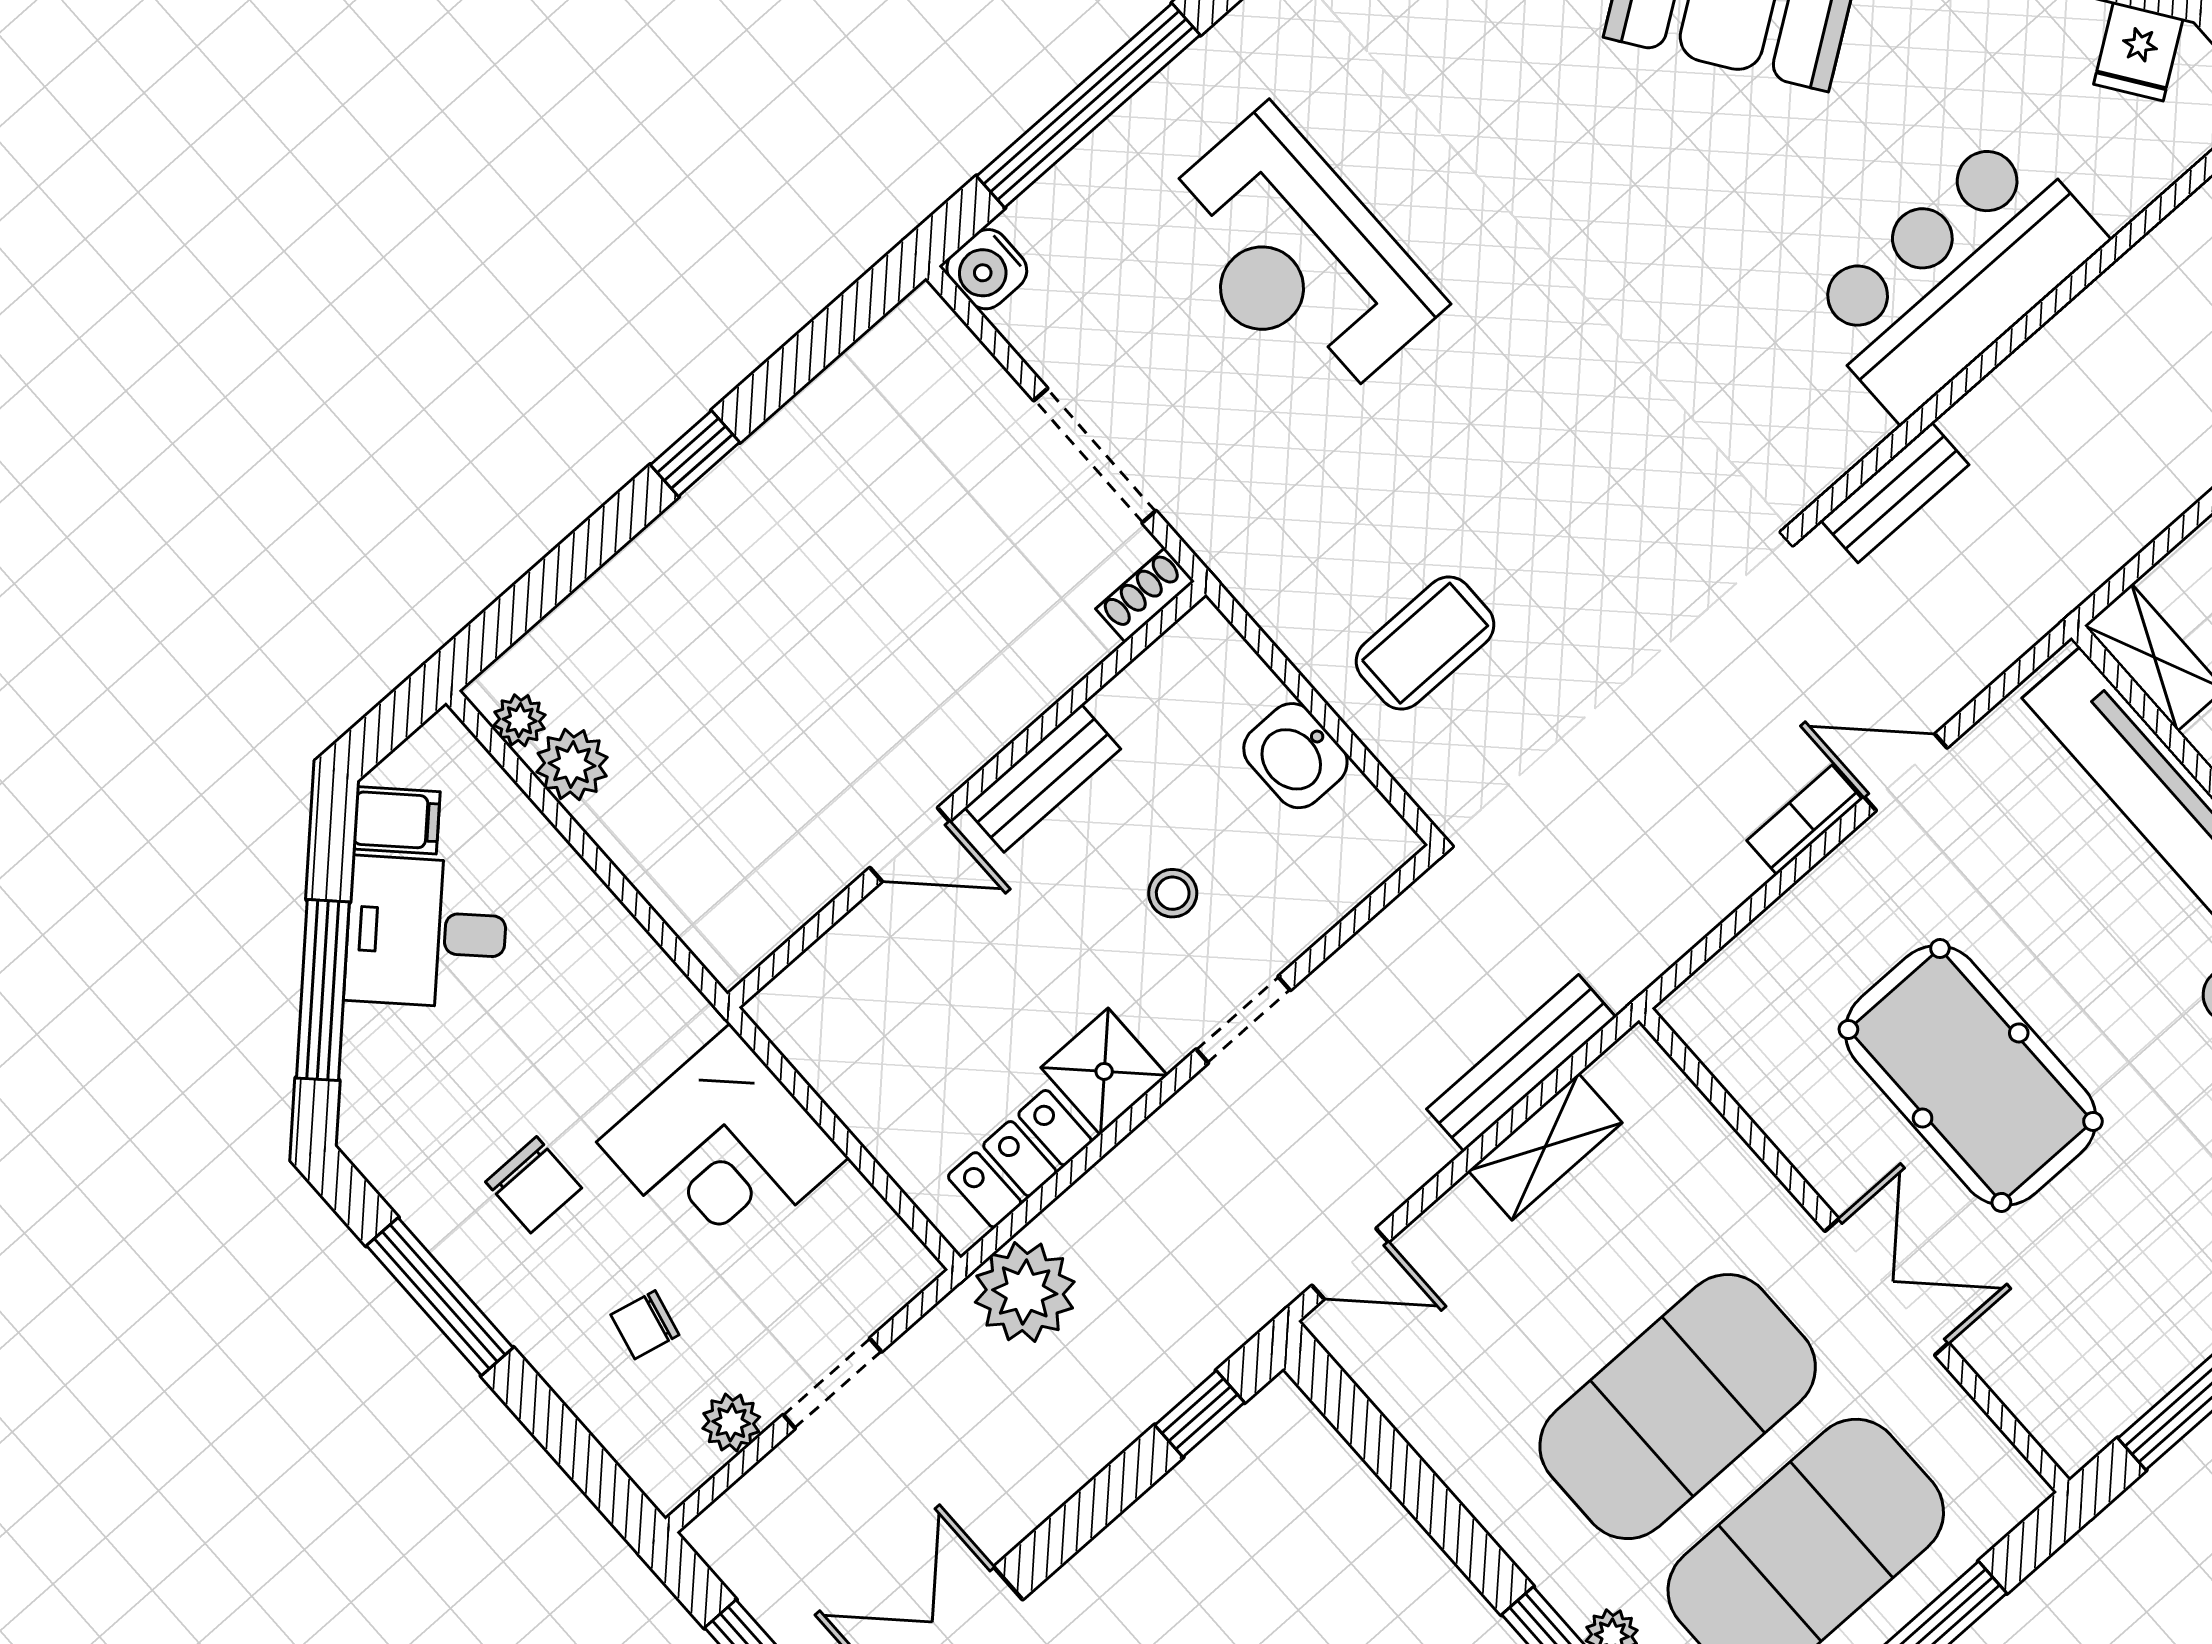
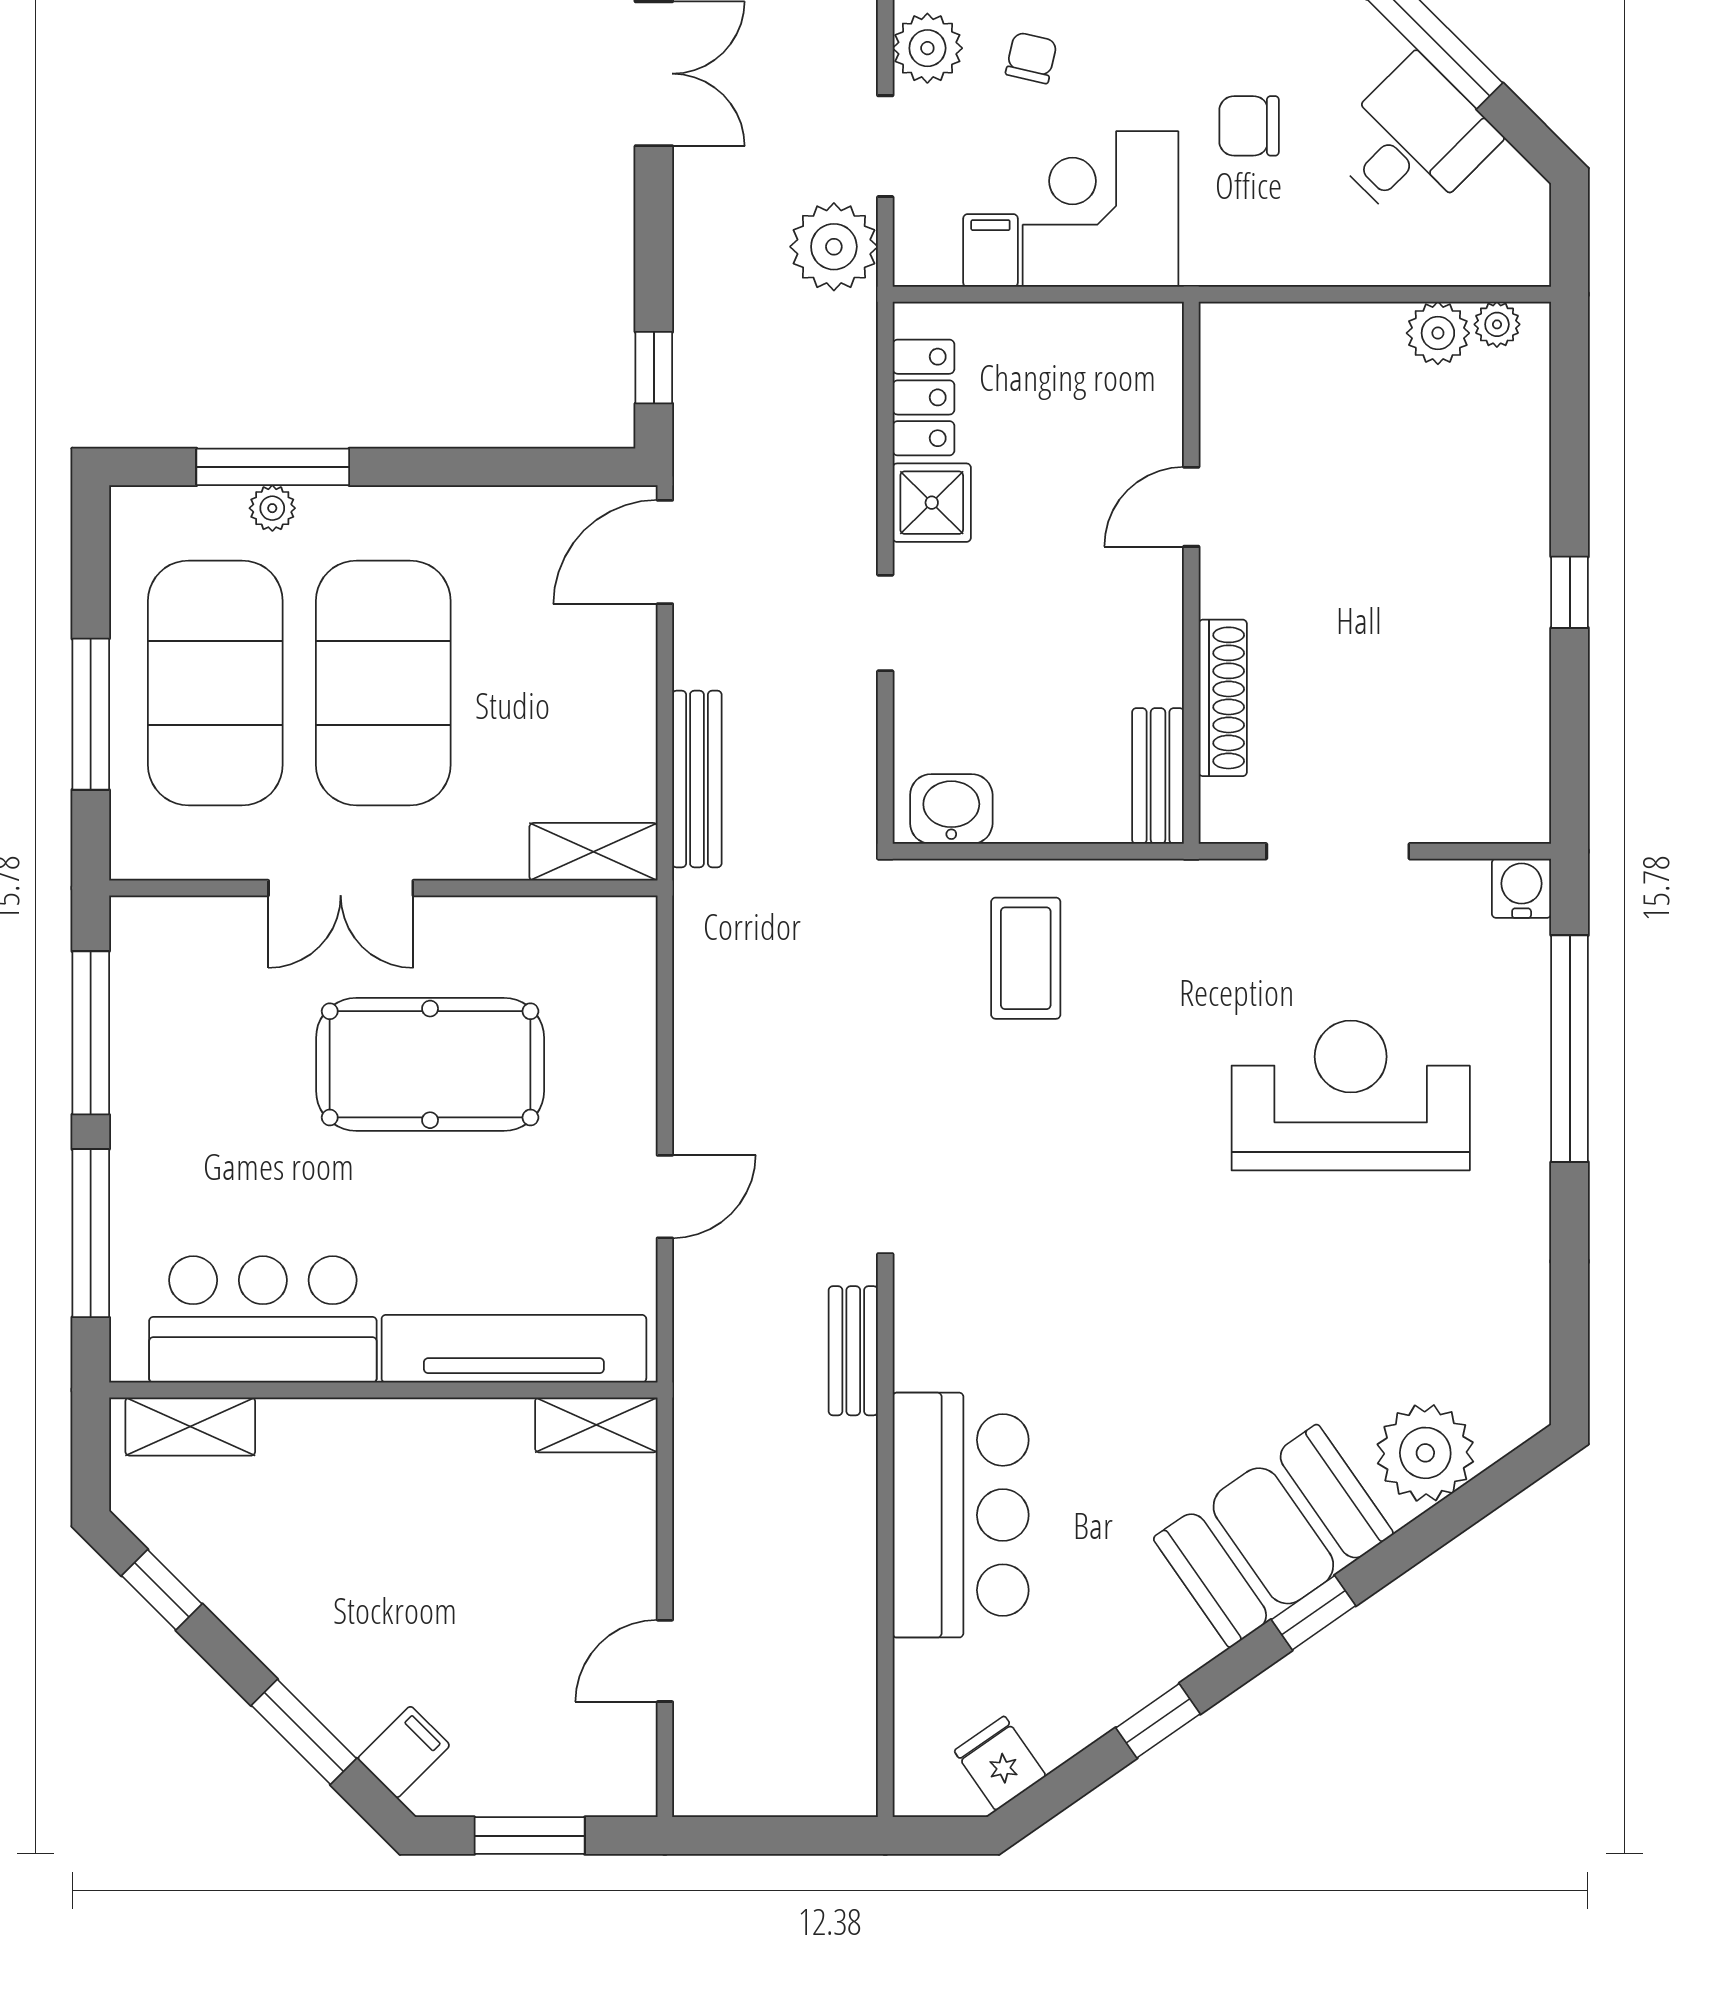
shoe rack: (1145, 595) -> (1223, 698), moved, width x1.94, depth x1.24
washbasin: (1295, 756) -> (951, 809), moved
bench: (1043, 778) -> (1158, 776), moved
filing cabinet: (396, 820) -> (990, 251), moved, turned 135
bookcase: (1805, 820) -> (692, 1103), removed
stool: (1173, 893) -> (1008, 650), removed
shelving: (1545, 1147) -> (593, 852), moved, turned 90
chair: (534, 1185) -> (1249, 126), moved
door: (1350, 1264) -> (665, 552), width x1.38
plant: (1025, 1292) -> (834, 247), moved
plant: (731, 1423) -> (927, 48), width x1.38, depth x1.38

